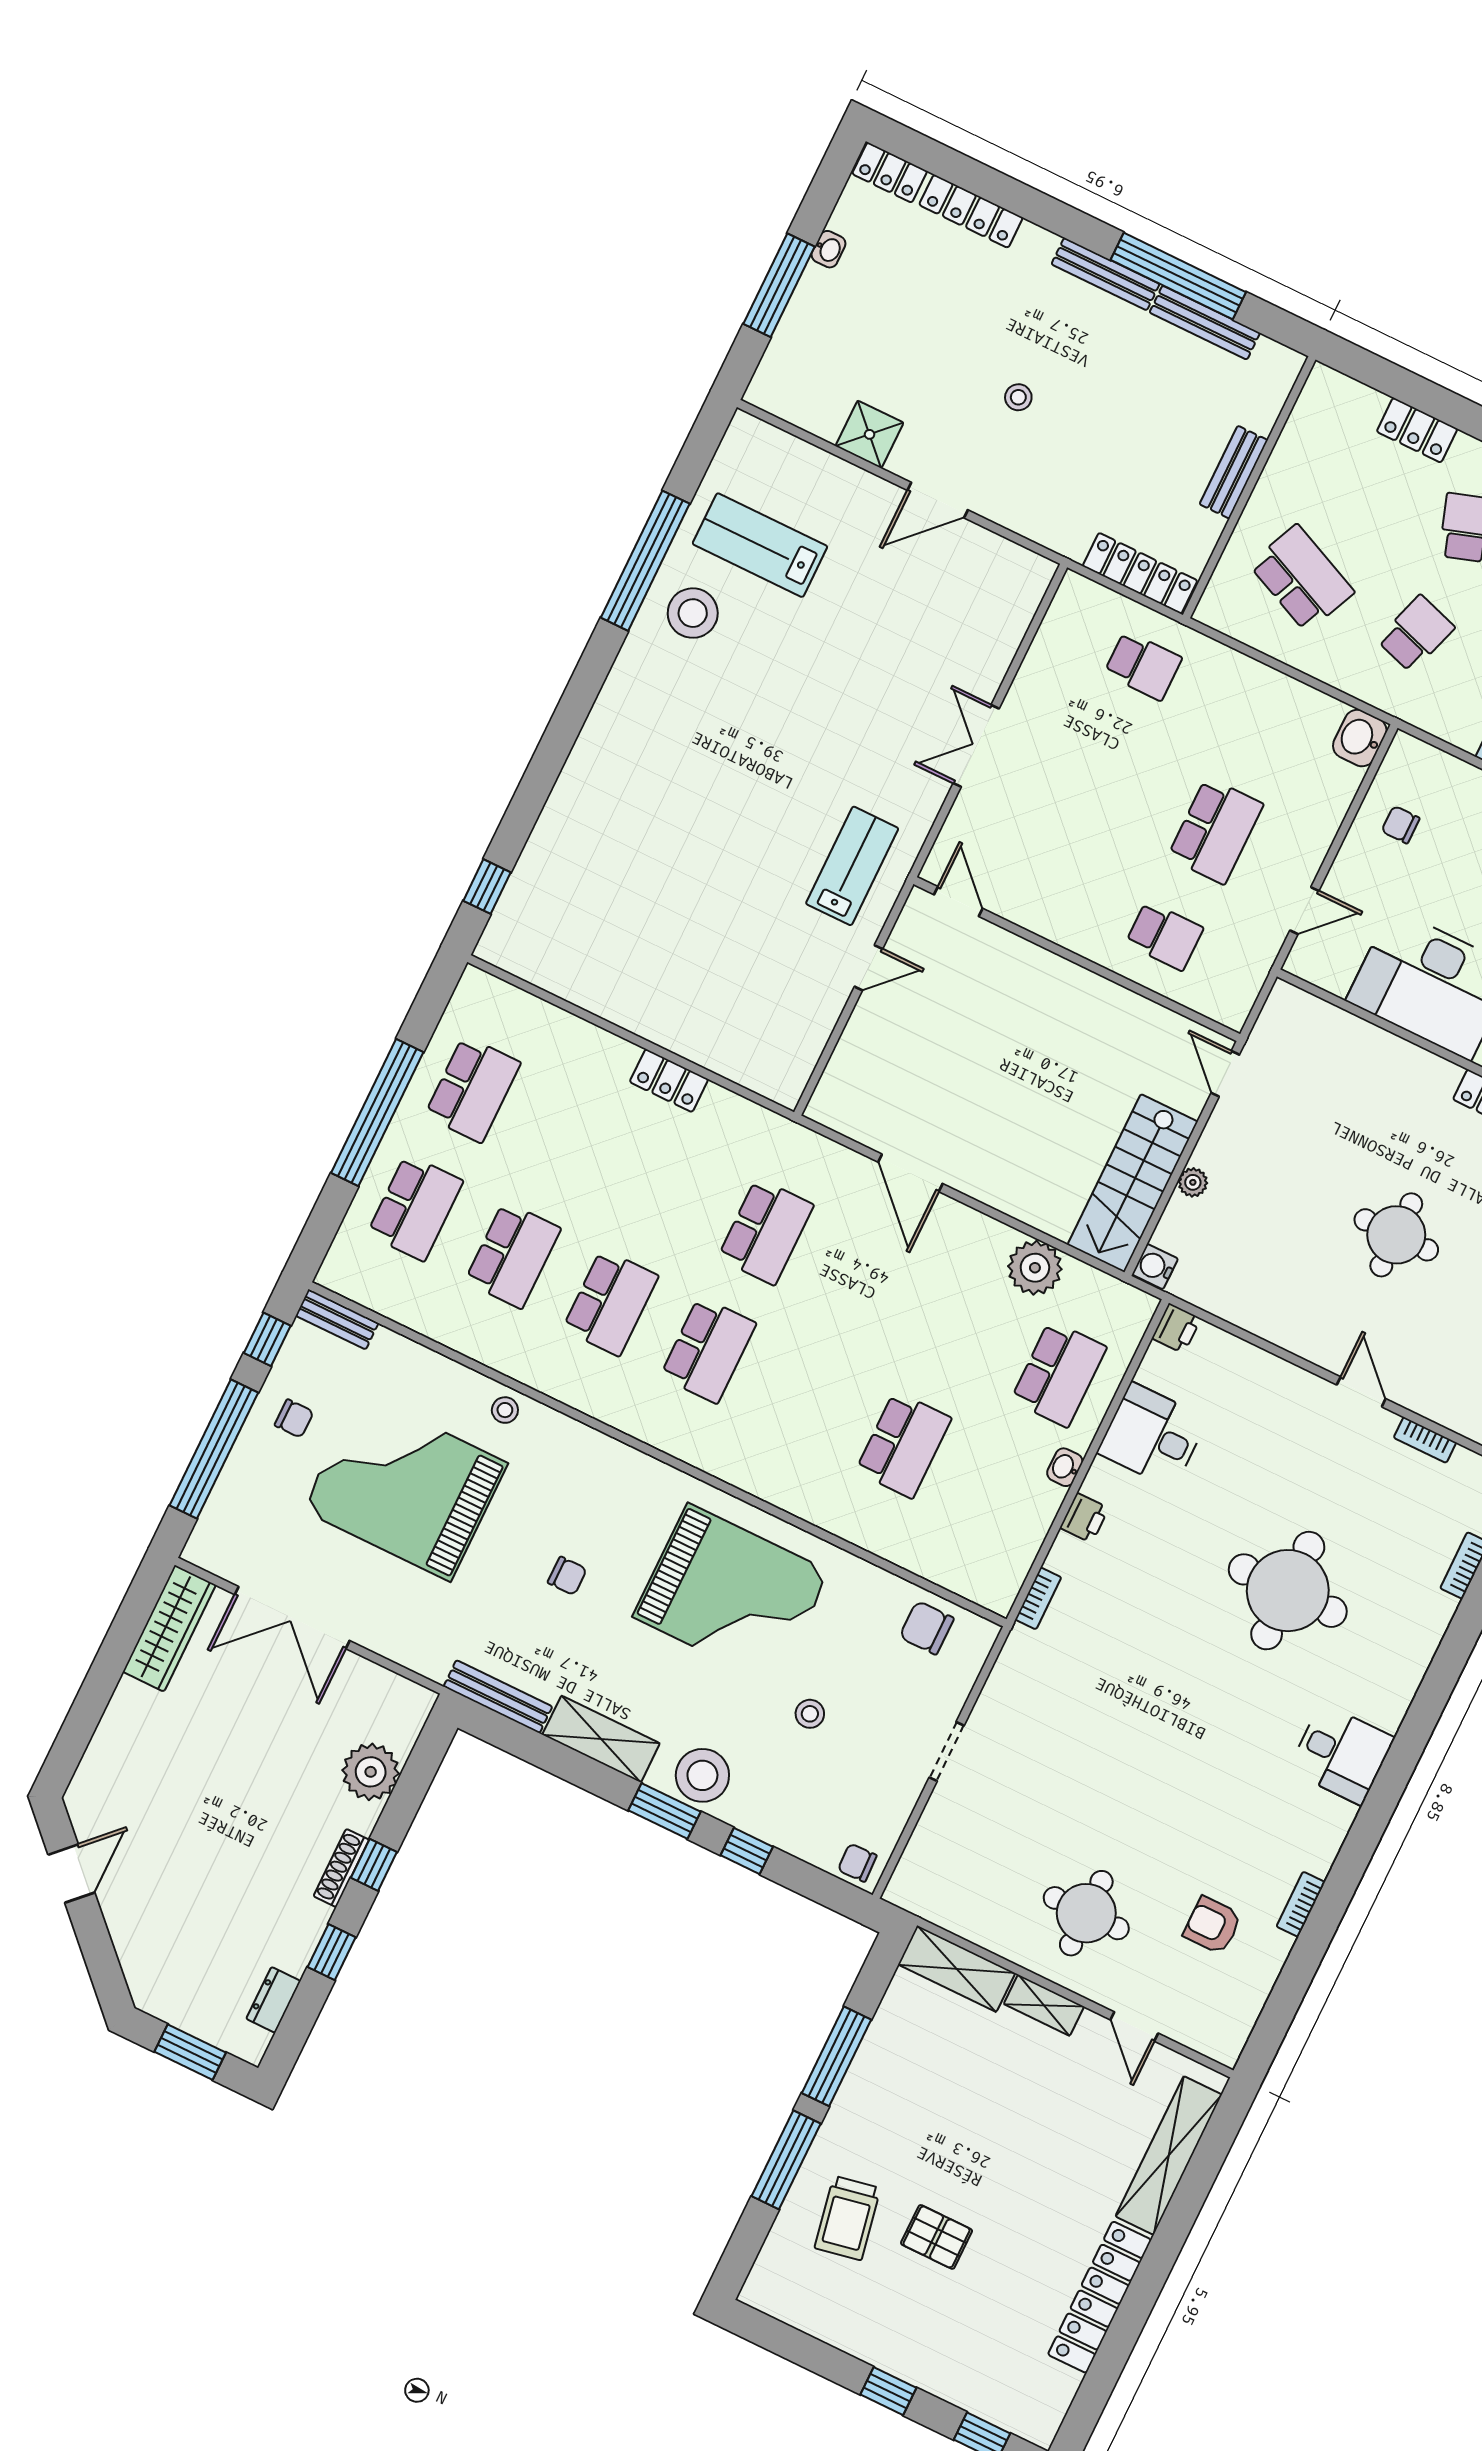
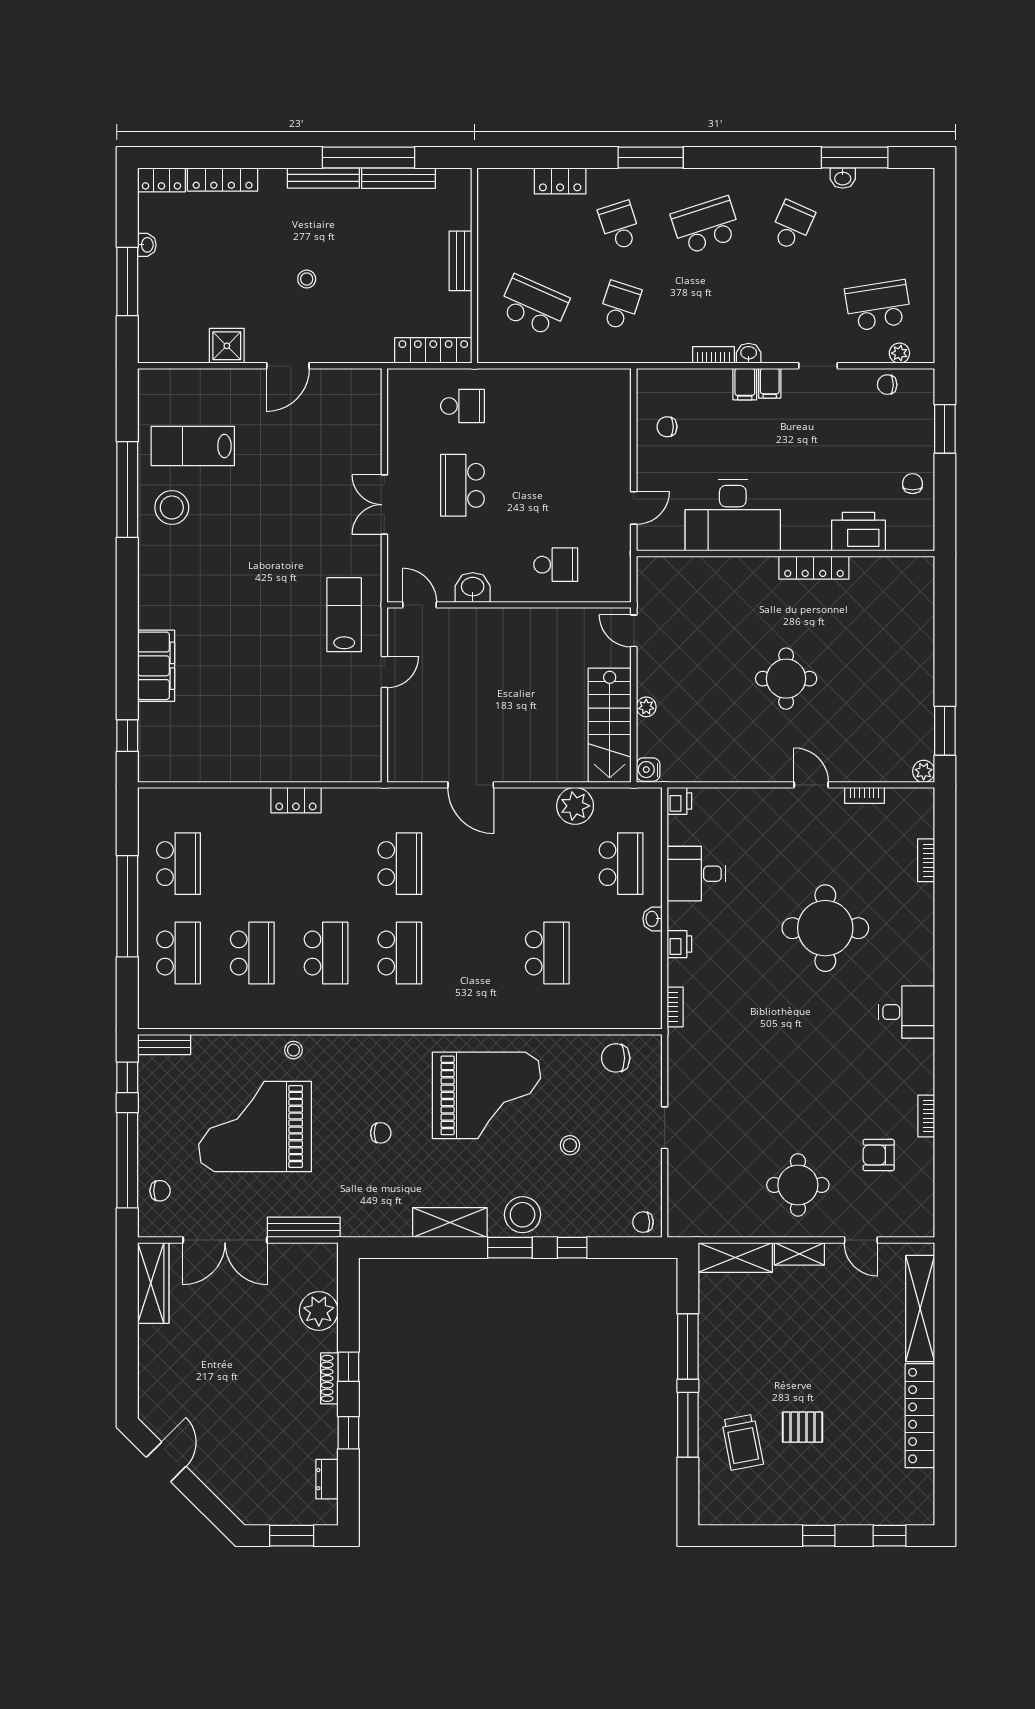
washbasin: (1360, 738) -> (473, 587), moved, turned 90
filing cabinet: (570, 813) -> (156, 666), added
school desk: (1215, 831) -> (462, 485), moved, turned 180
chair: (294, 1419) -> (160, 1191), moved
bench: (498, 1697) -> (304, 1227), moved

